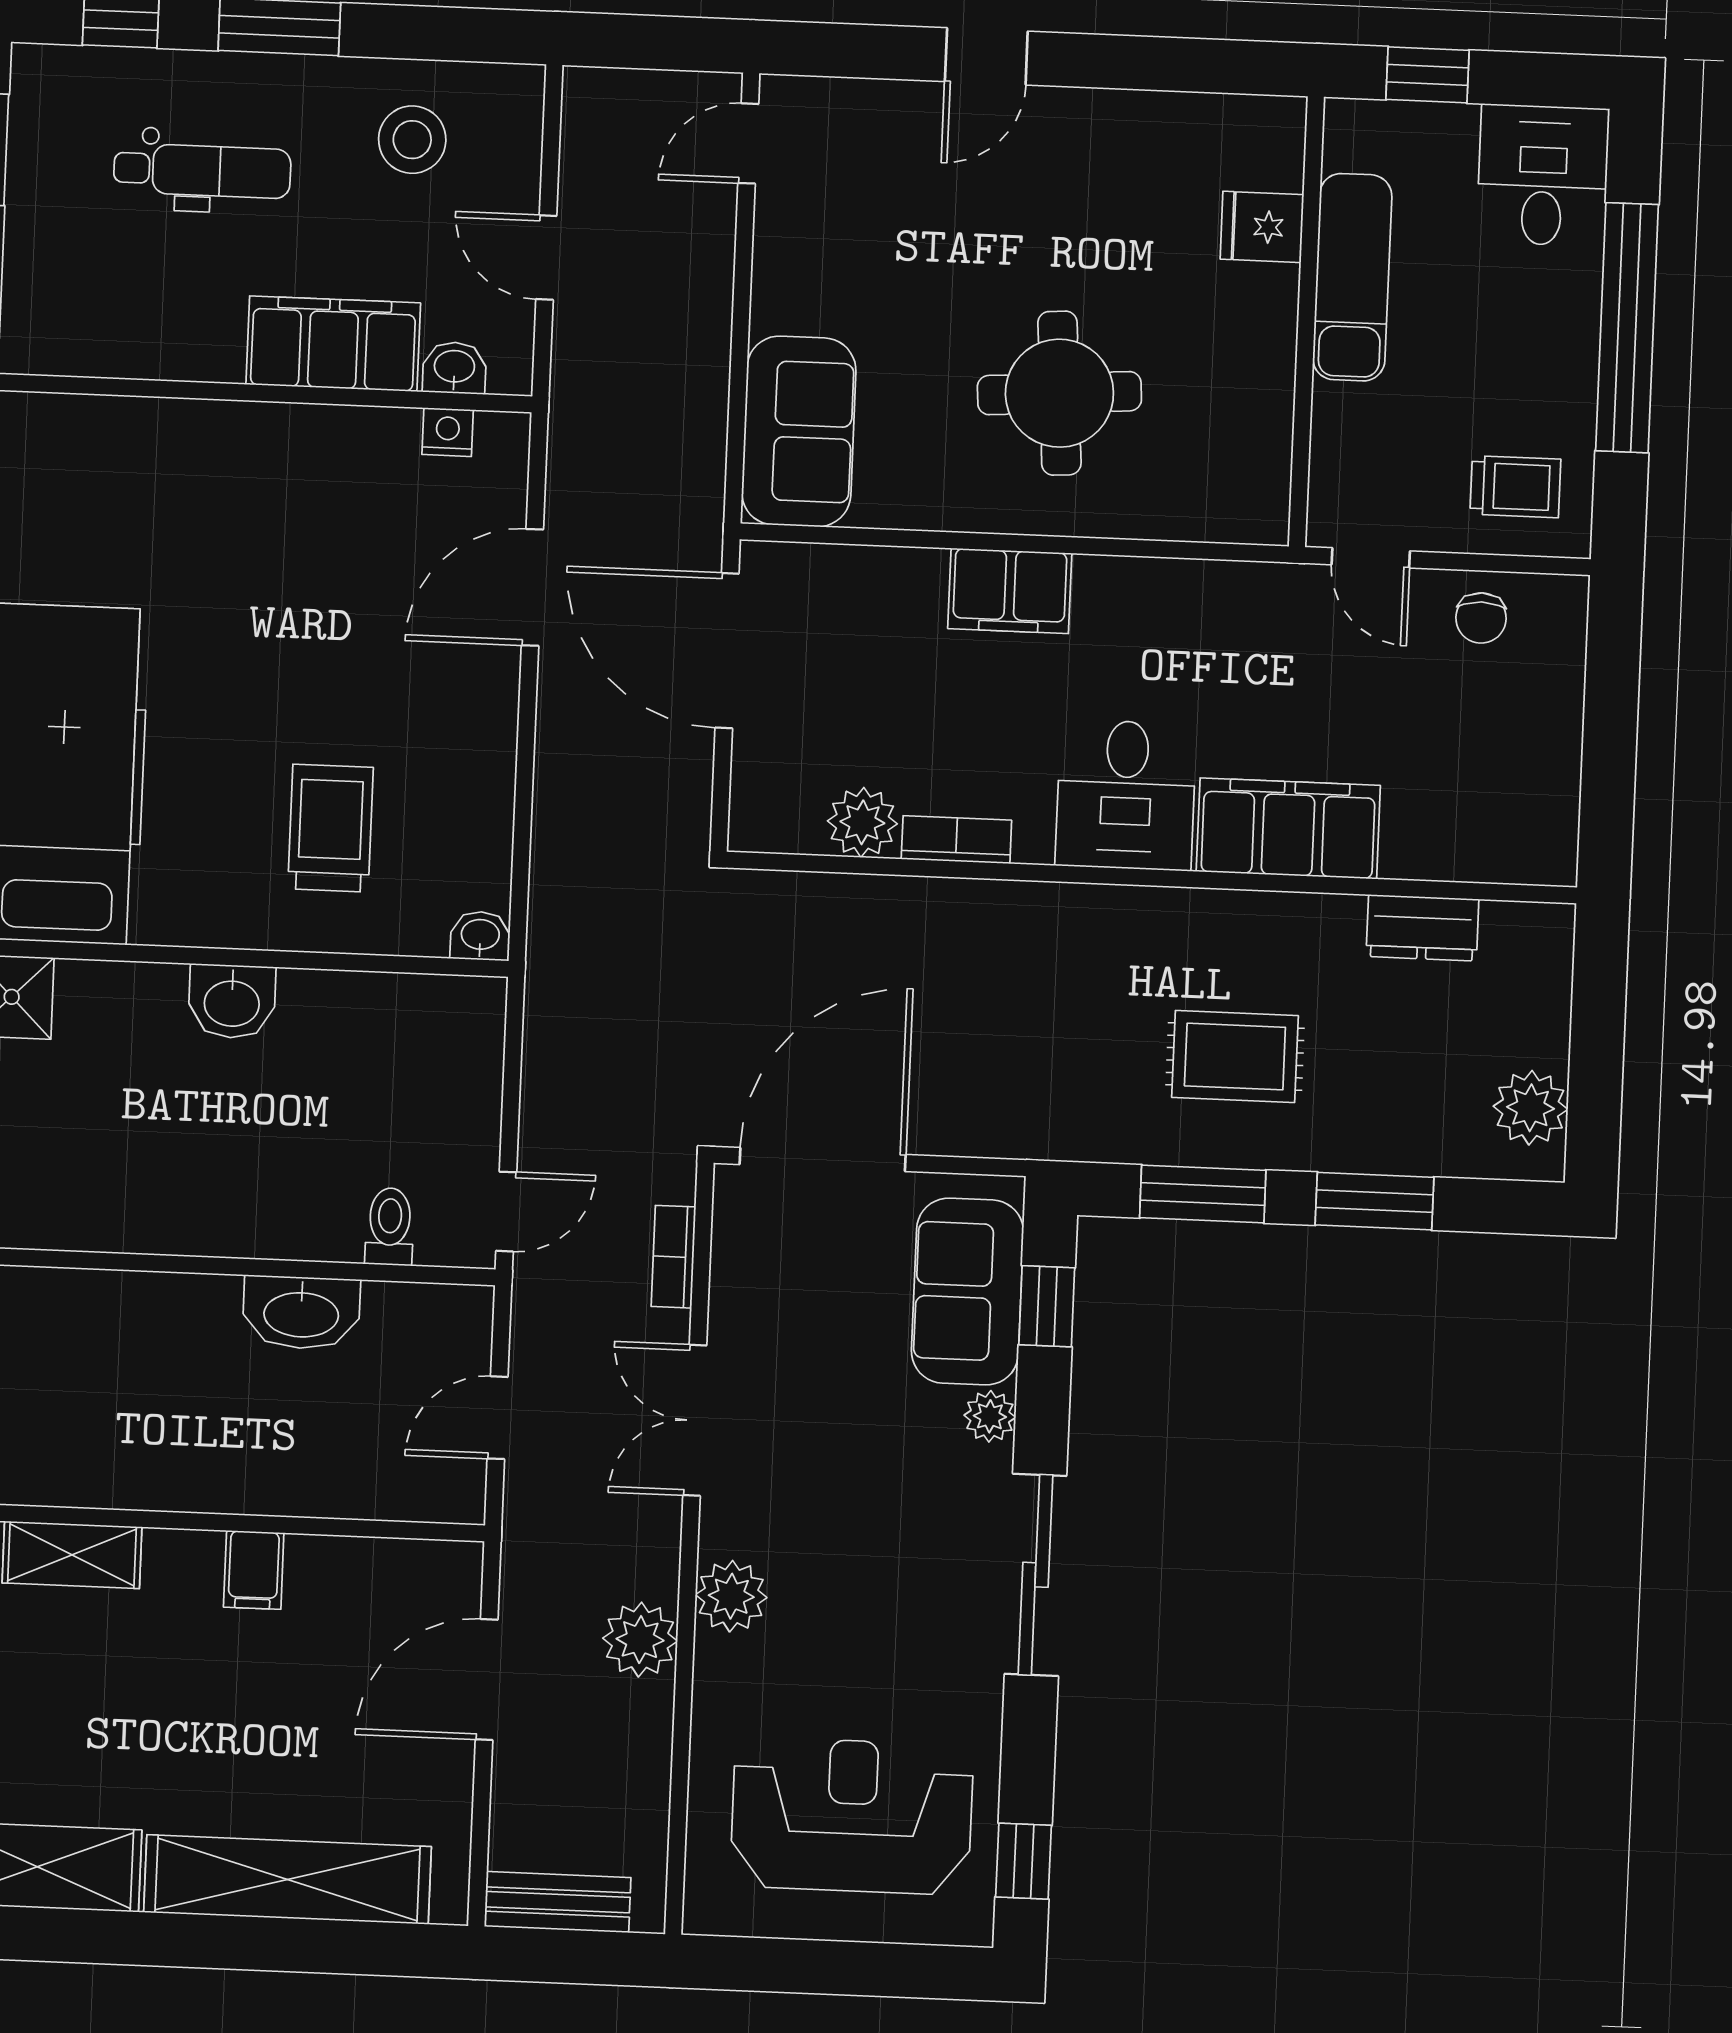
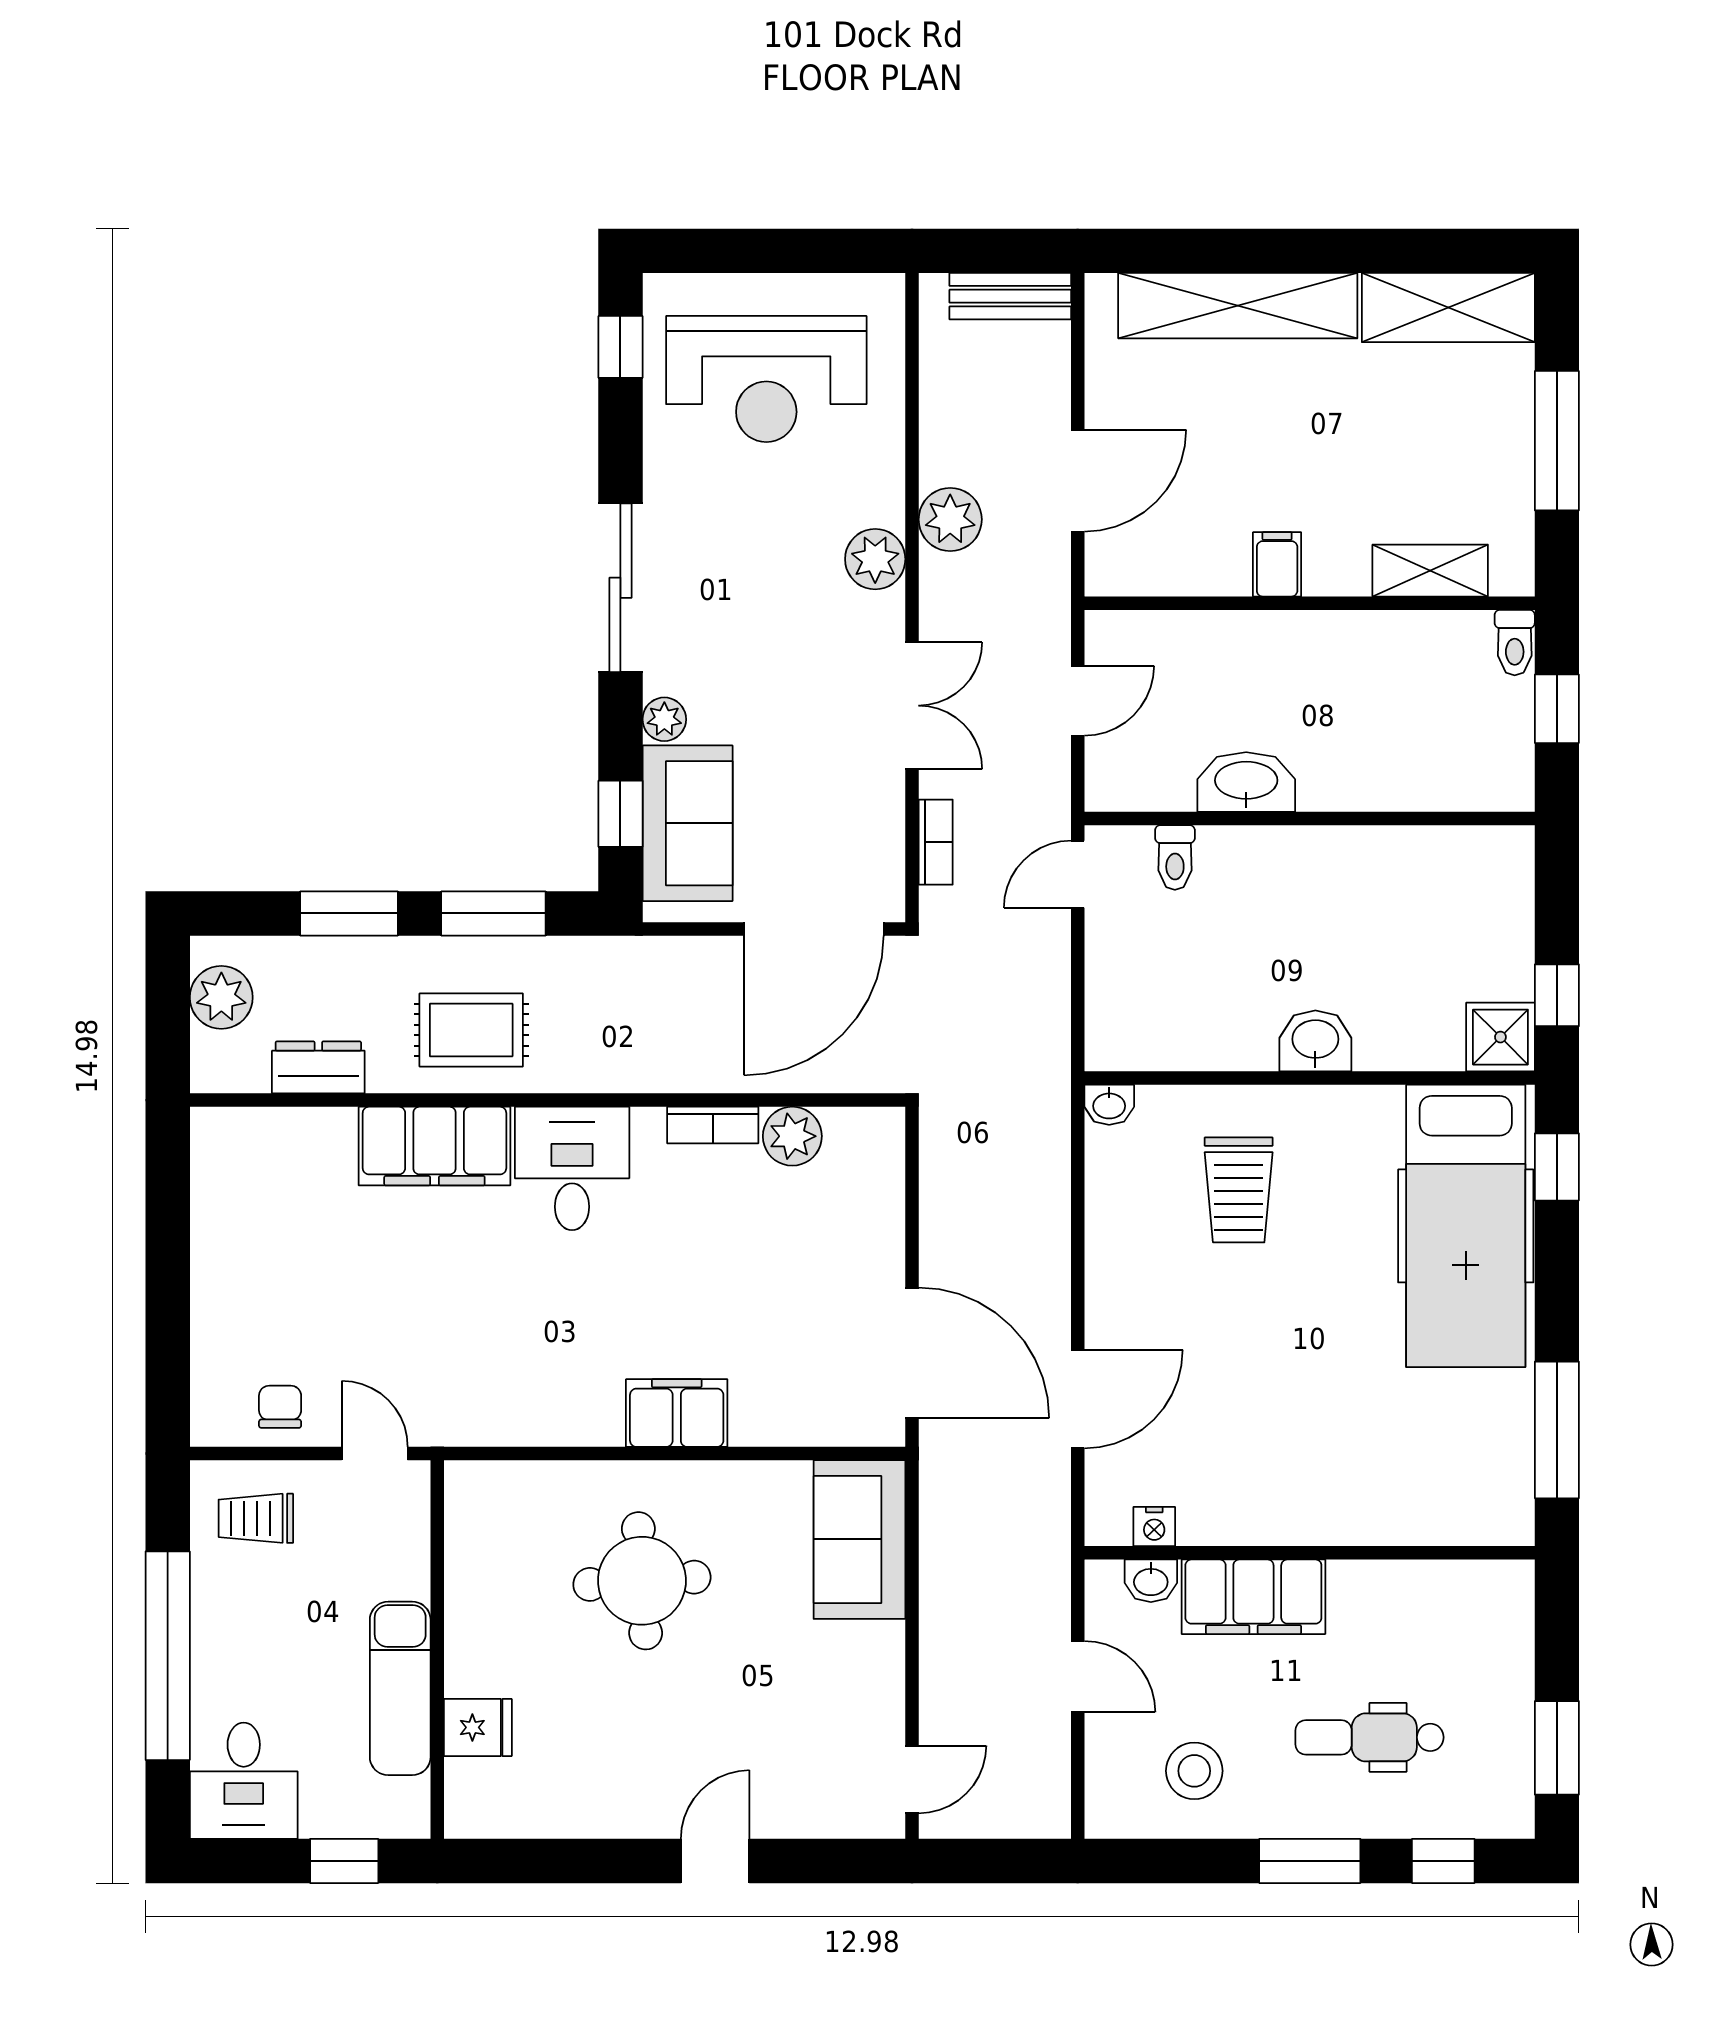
desk: (1126, 795) -> (572, 1168), moved
plant: (862, 822) -> (792, 1136), moved
filing cabinet: (1288, 828) -> (434, 1146), moved
bookcase: (956, 840) -> (713, 1125), moved
wall: (1152, 877) -> (548, 1100), moved
dresser: (1422, 928) -> (318, 1067), moved

